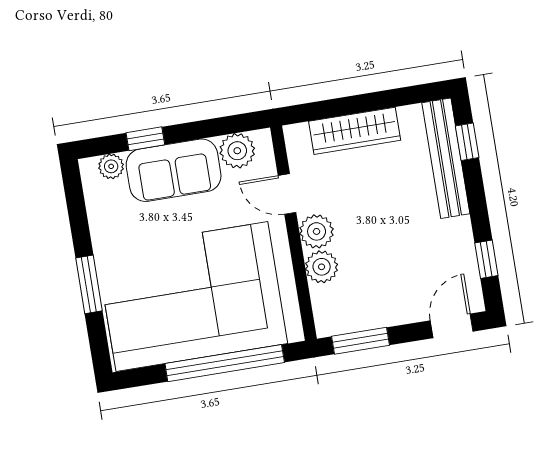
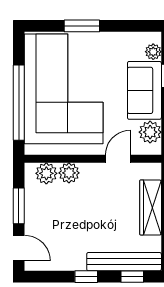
plant: (317, 231) -> (46, 173), moved
window: (486, 259) -> (86, 277), moved
window: (360, 341) -> (19, 206), moved

